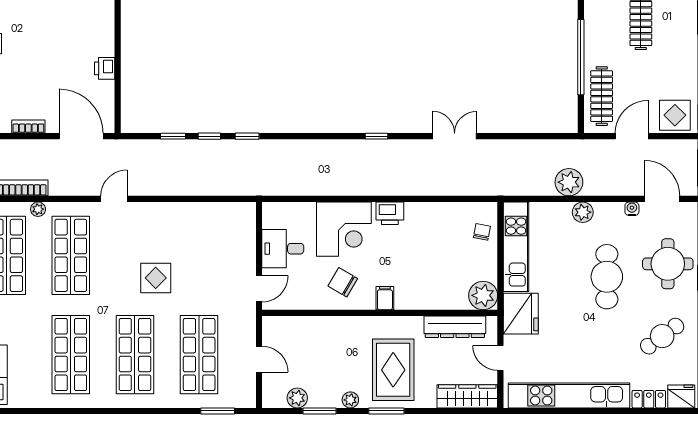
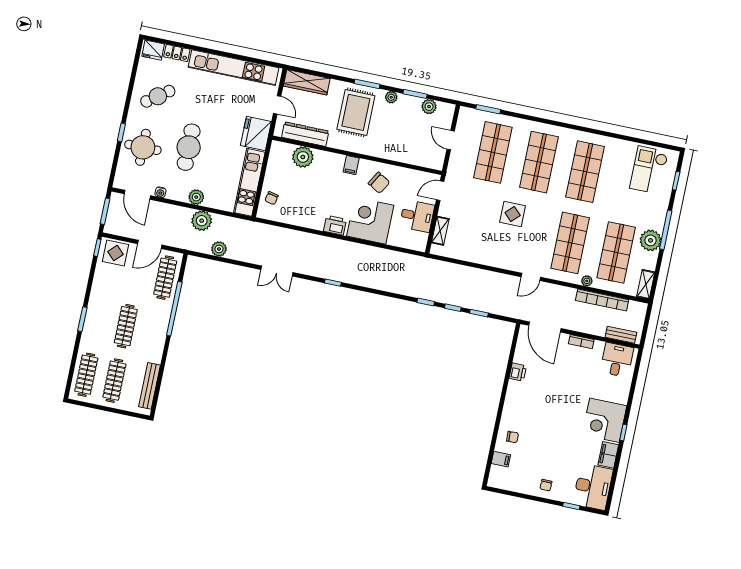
plant: (538, 149) -> (219, 249), added
shelving: (248, 235) -> (440, 231), added
plant: (483, 295) -> (303, 157), moved

